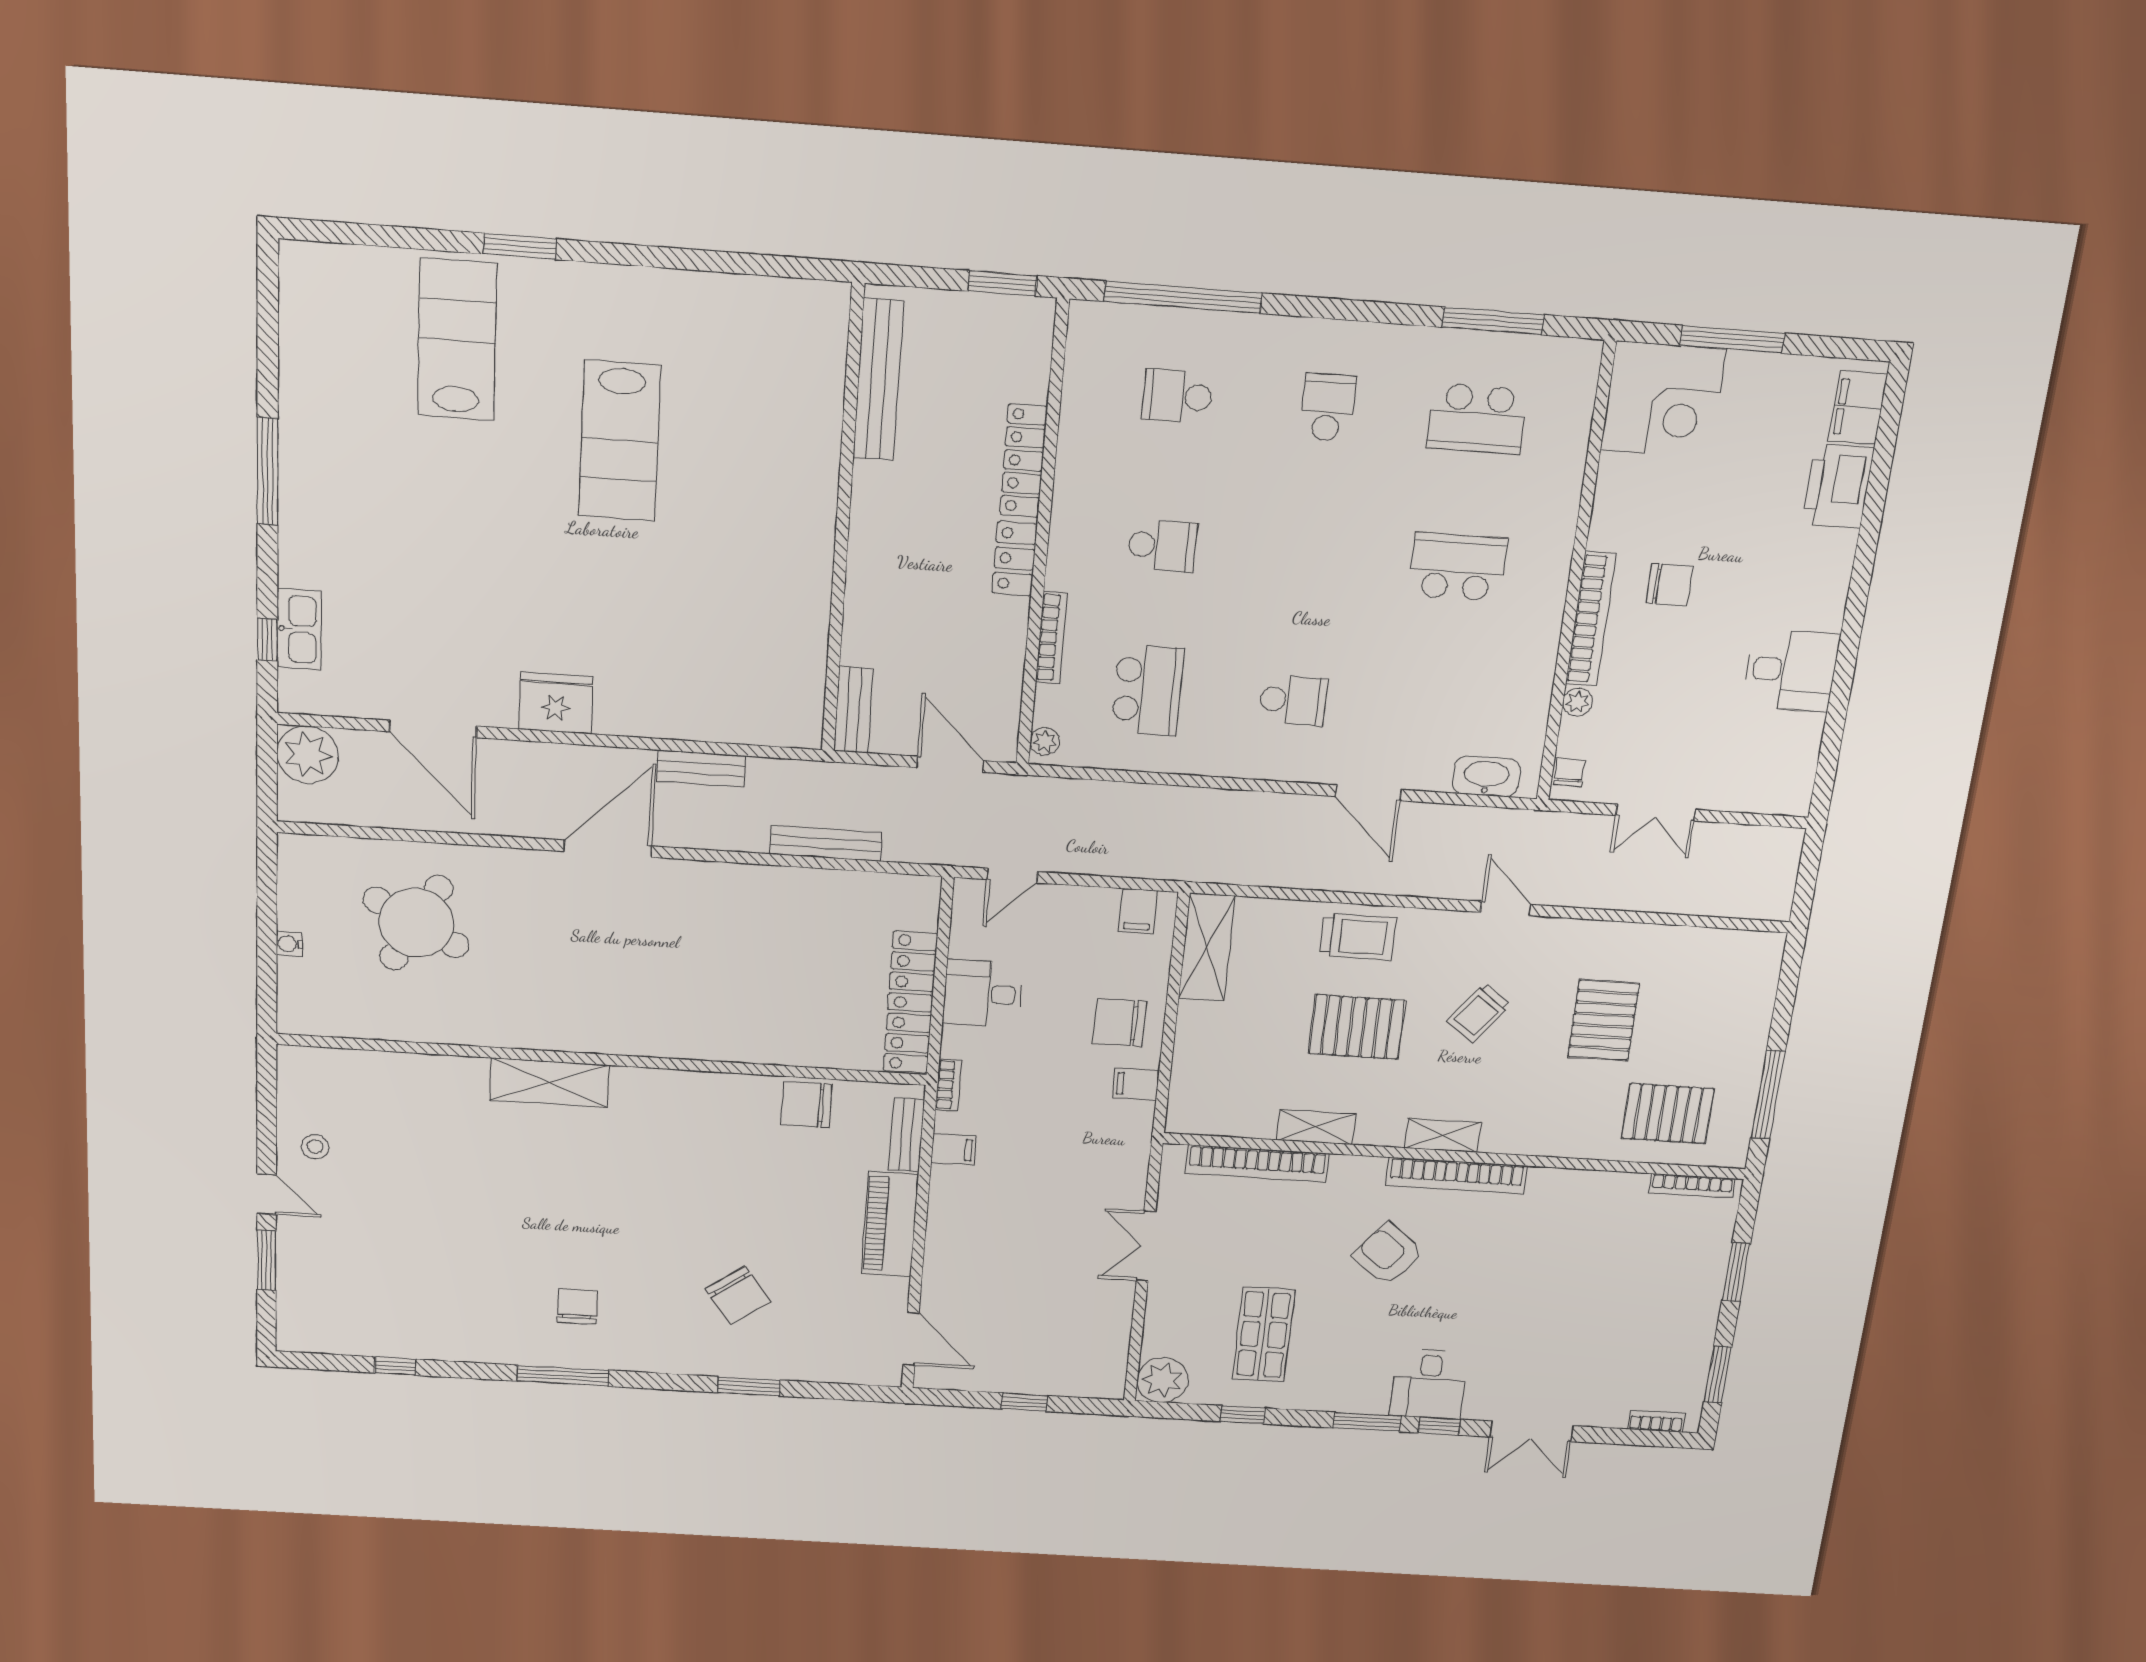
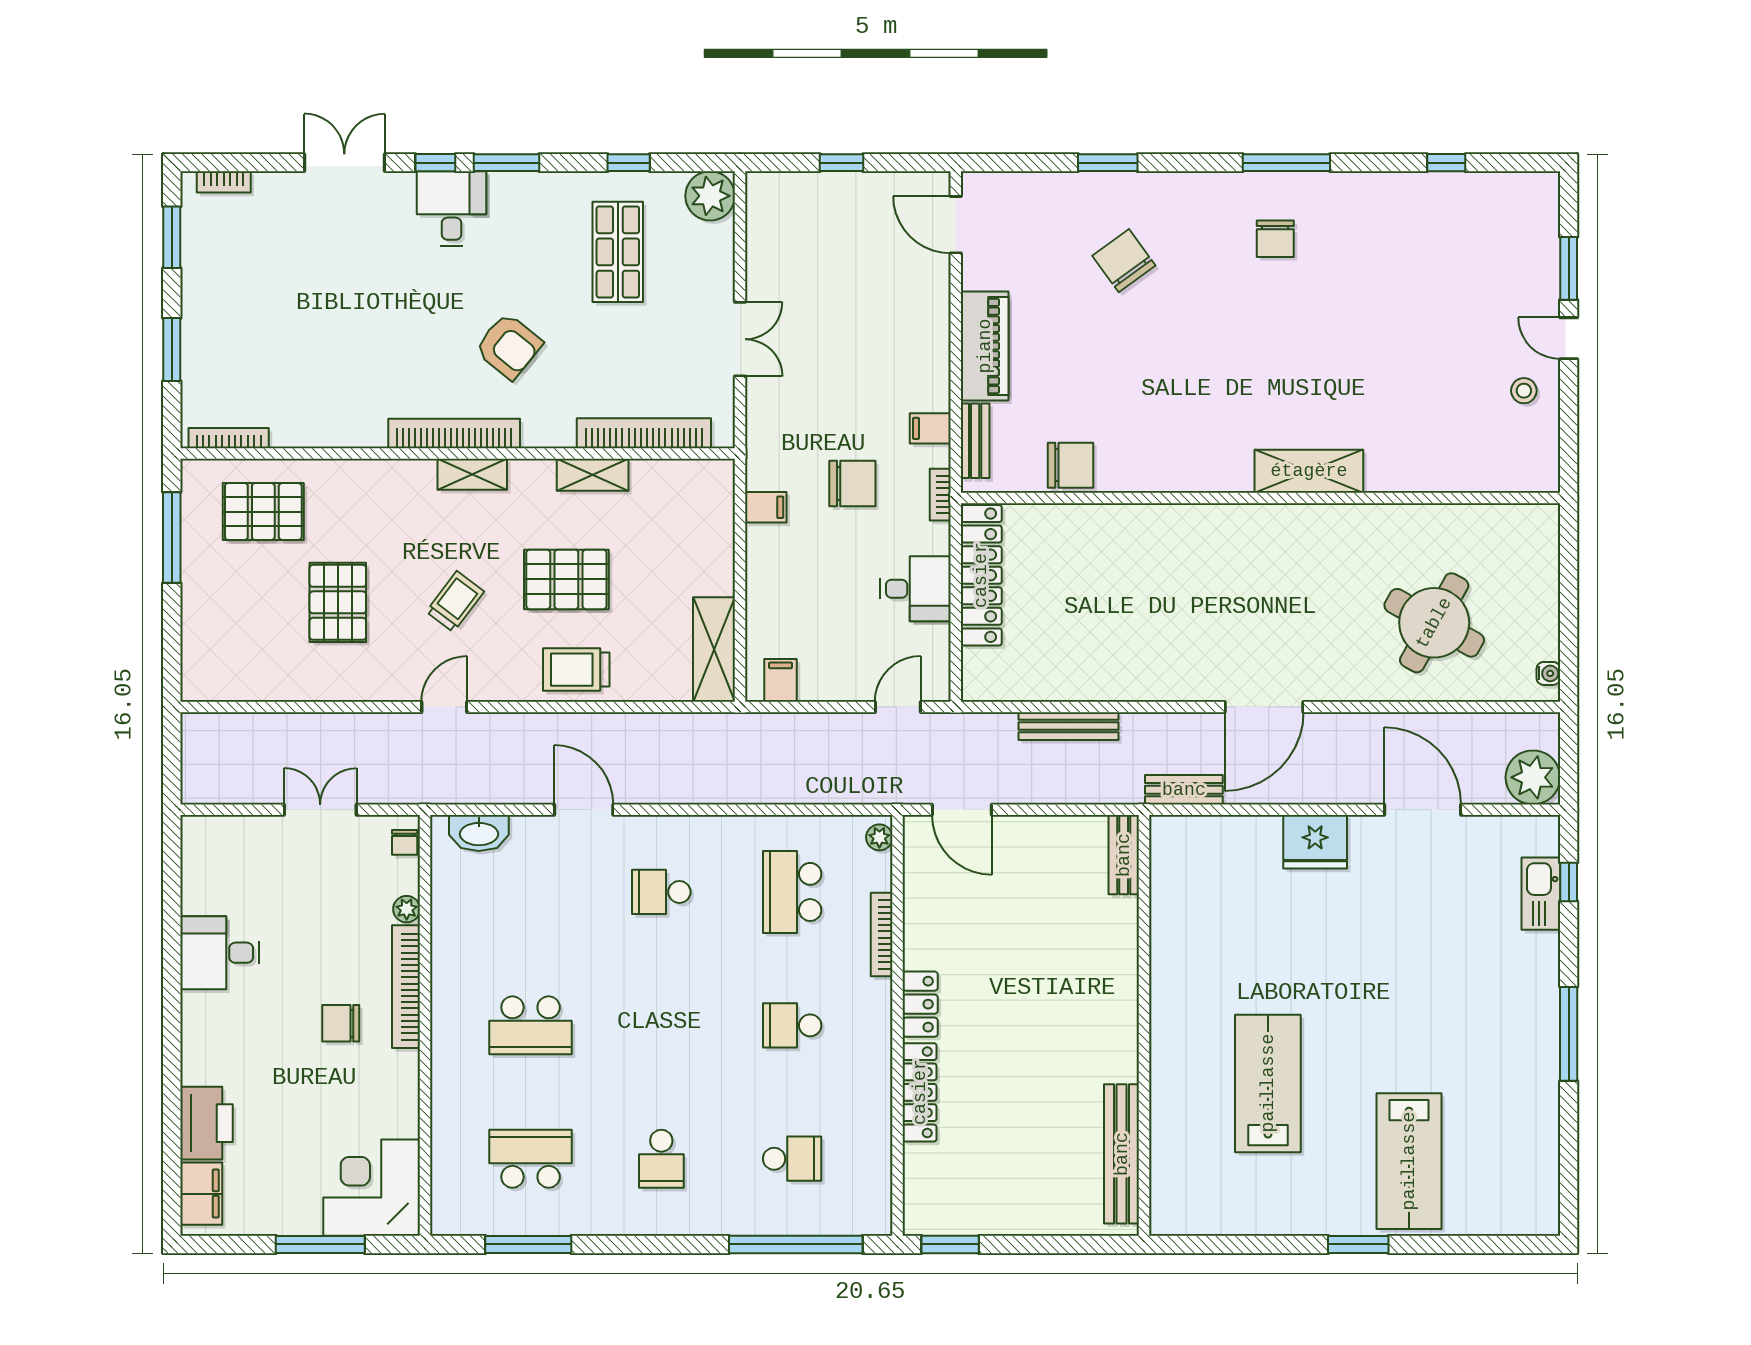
bench: (878, 379) -> (1122, 1154), moved
wall: (843, 523) -> (1144, 1025), moved
bench: (853, 710) -> (1124, 855), moved
door: (1506, 908) -> (444, 707), swing flipped
water cooler: (289, 944) -> (1548, 673), moved
chair: (1119, 1022) -> (852, 484), moved

